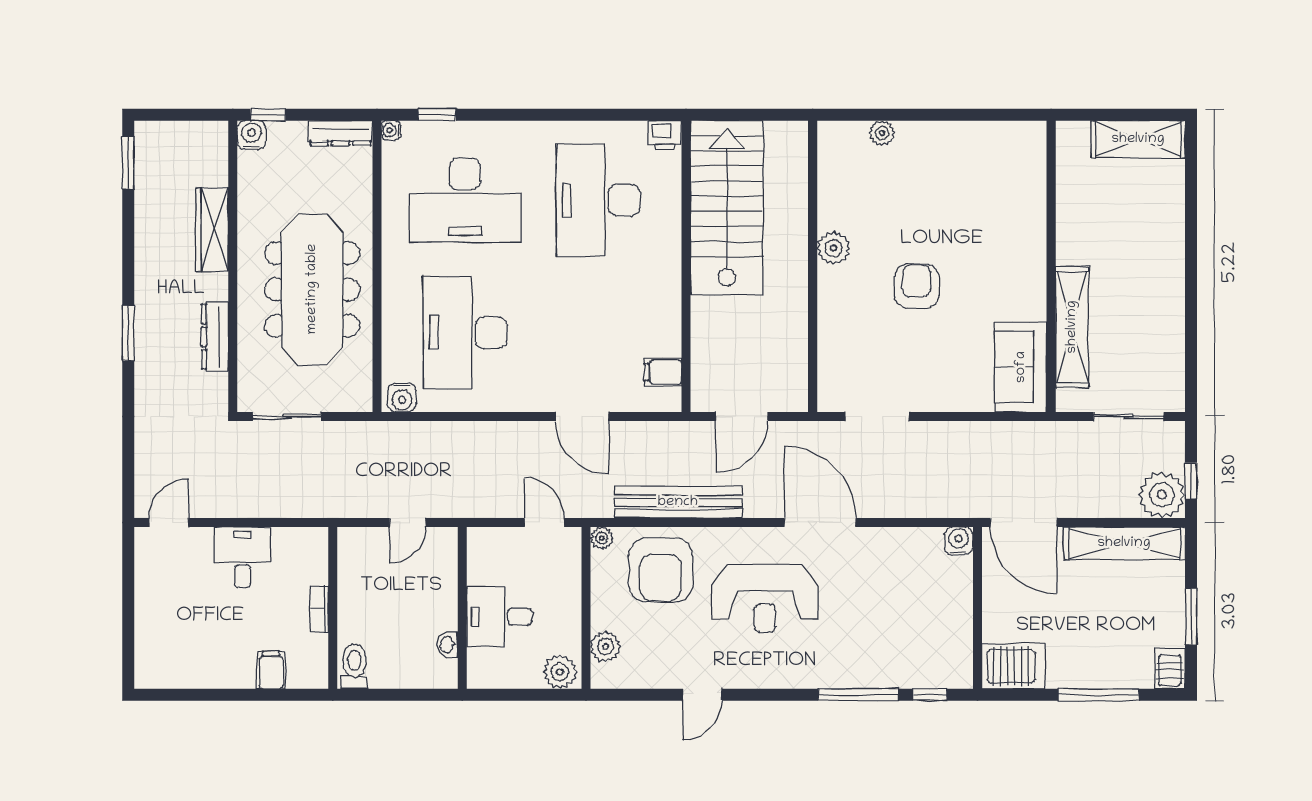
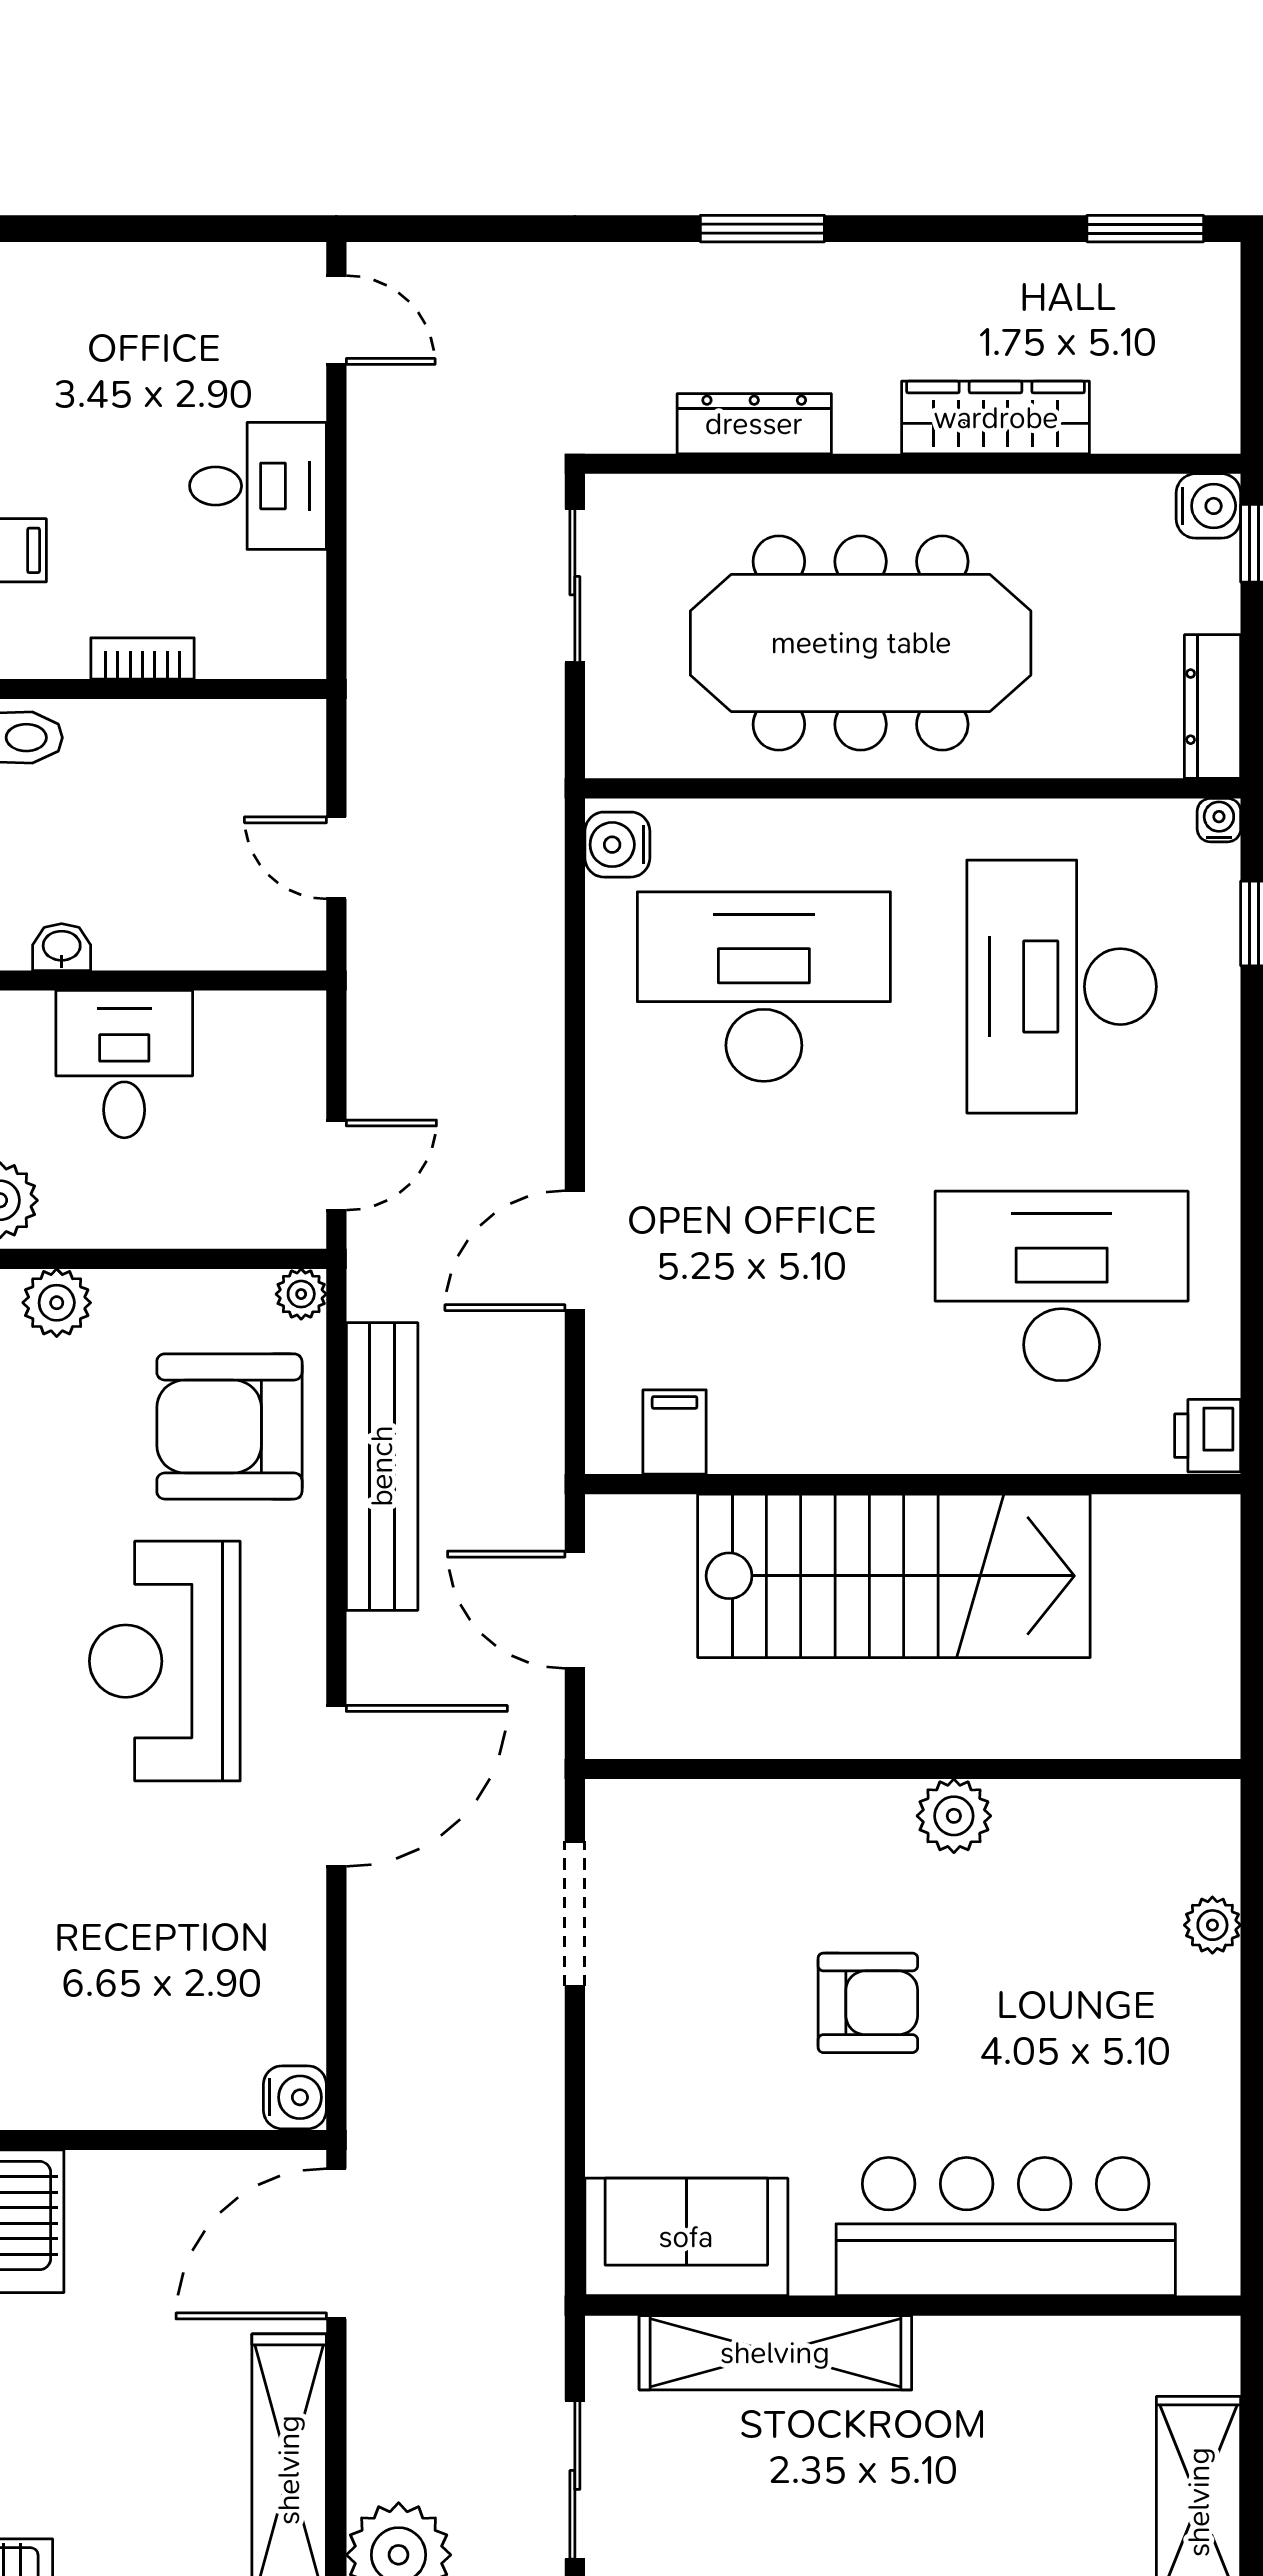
stairs: (727, 208) -> (894, 1576), moved
bar counter: (1016, 225) -> (1006, 2227), added

